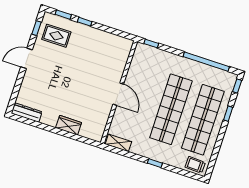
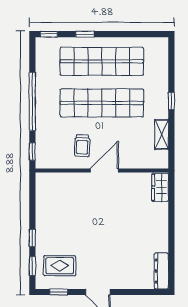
rug: (56, 36) -> (60, 266), turned 90
window: (206, 62) -> (32, 101), moved
wardrobe: (69, 125) -> (160, 187), moved
shelving: (118, 143) -> (162, 135), moved
trolley: (195, 165) -> (82, 146), moved

